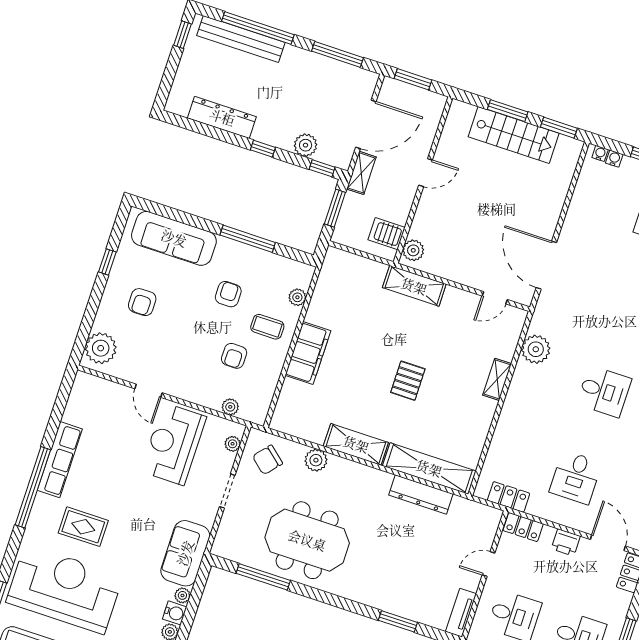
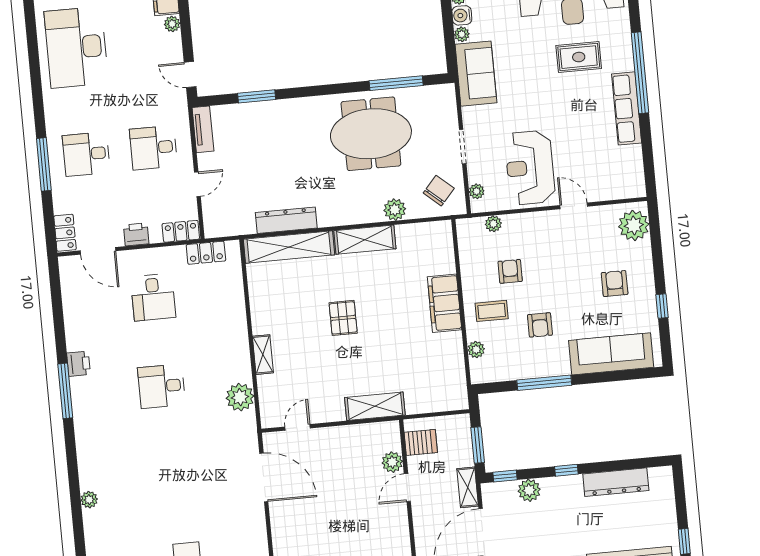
door: (426, 173) -> (407, 488), moved
plant: (413, 250) -> (392, 462), moved
reception desk: (173, 444) -> (530, 168), turned 180
desk: (576, 477) -> (153, 297), turned 180

